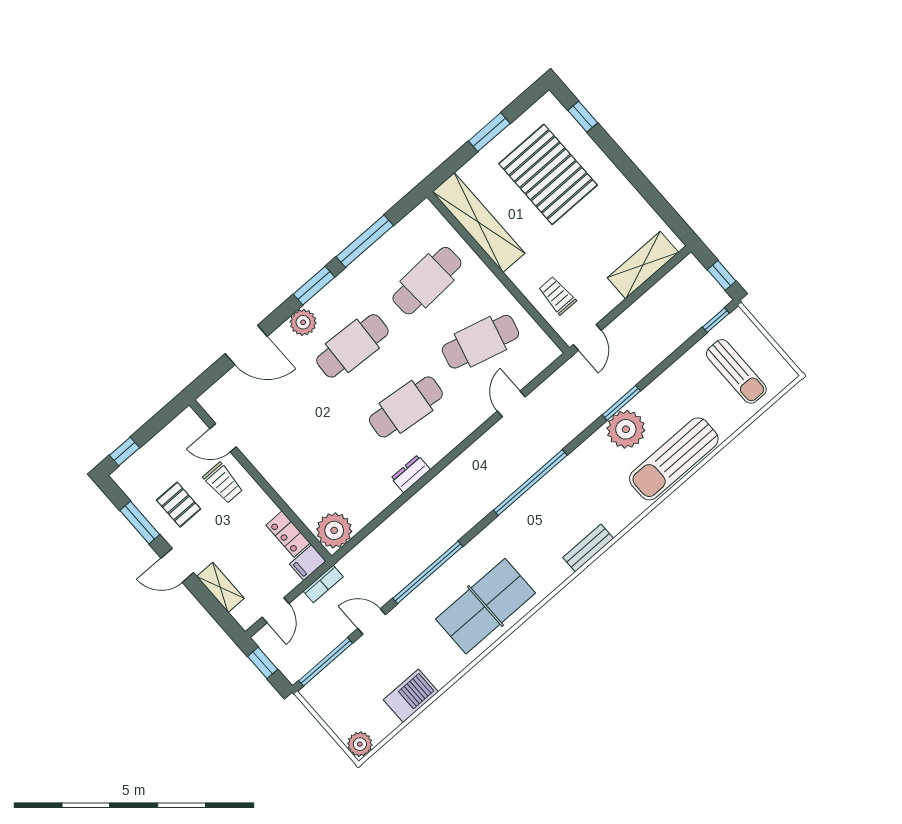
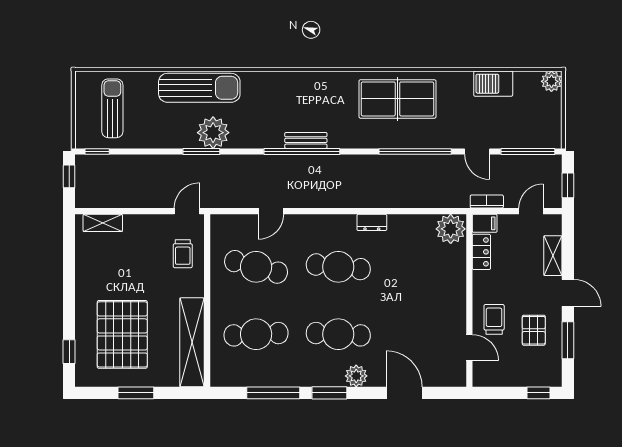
shelving: (643, 265) -> (103, 223), width x0.67, depth x0.75
bench: (588, 548) -> (306, 140), moved

